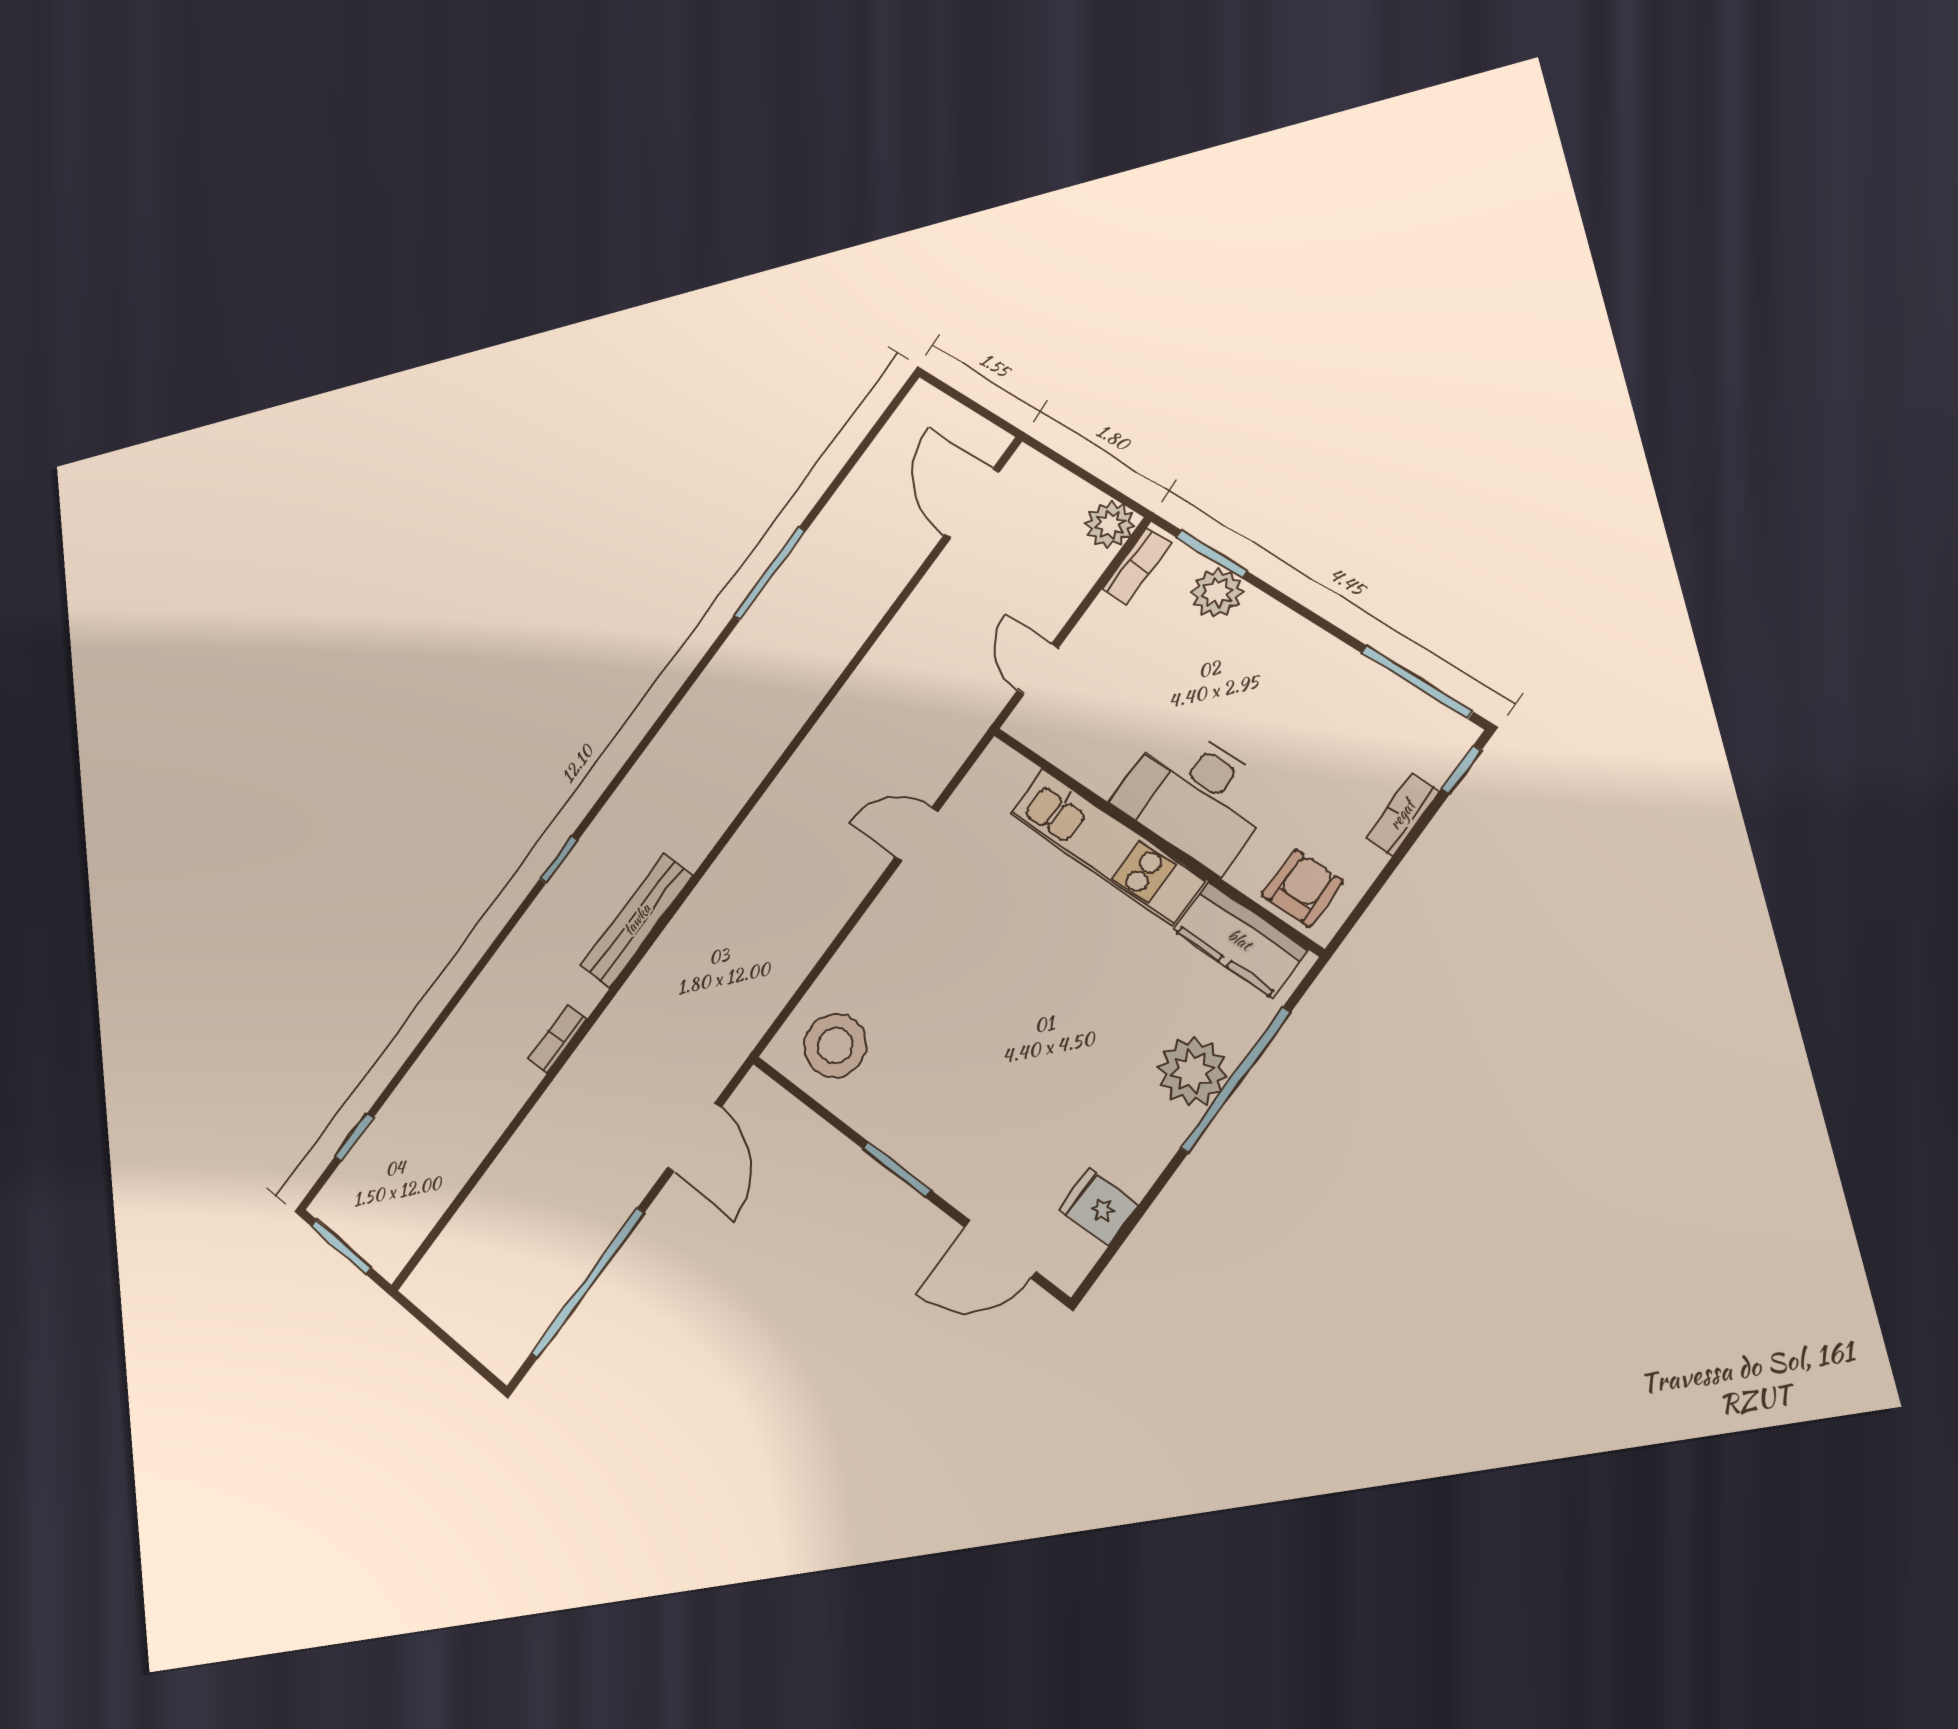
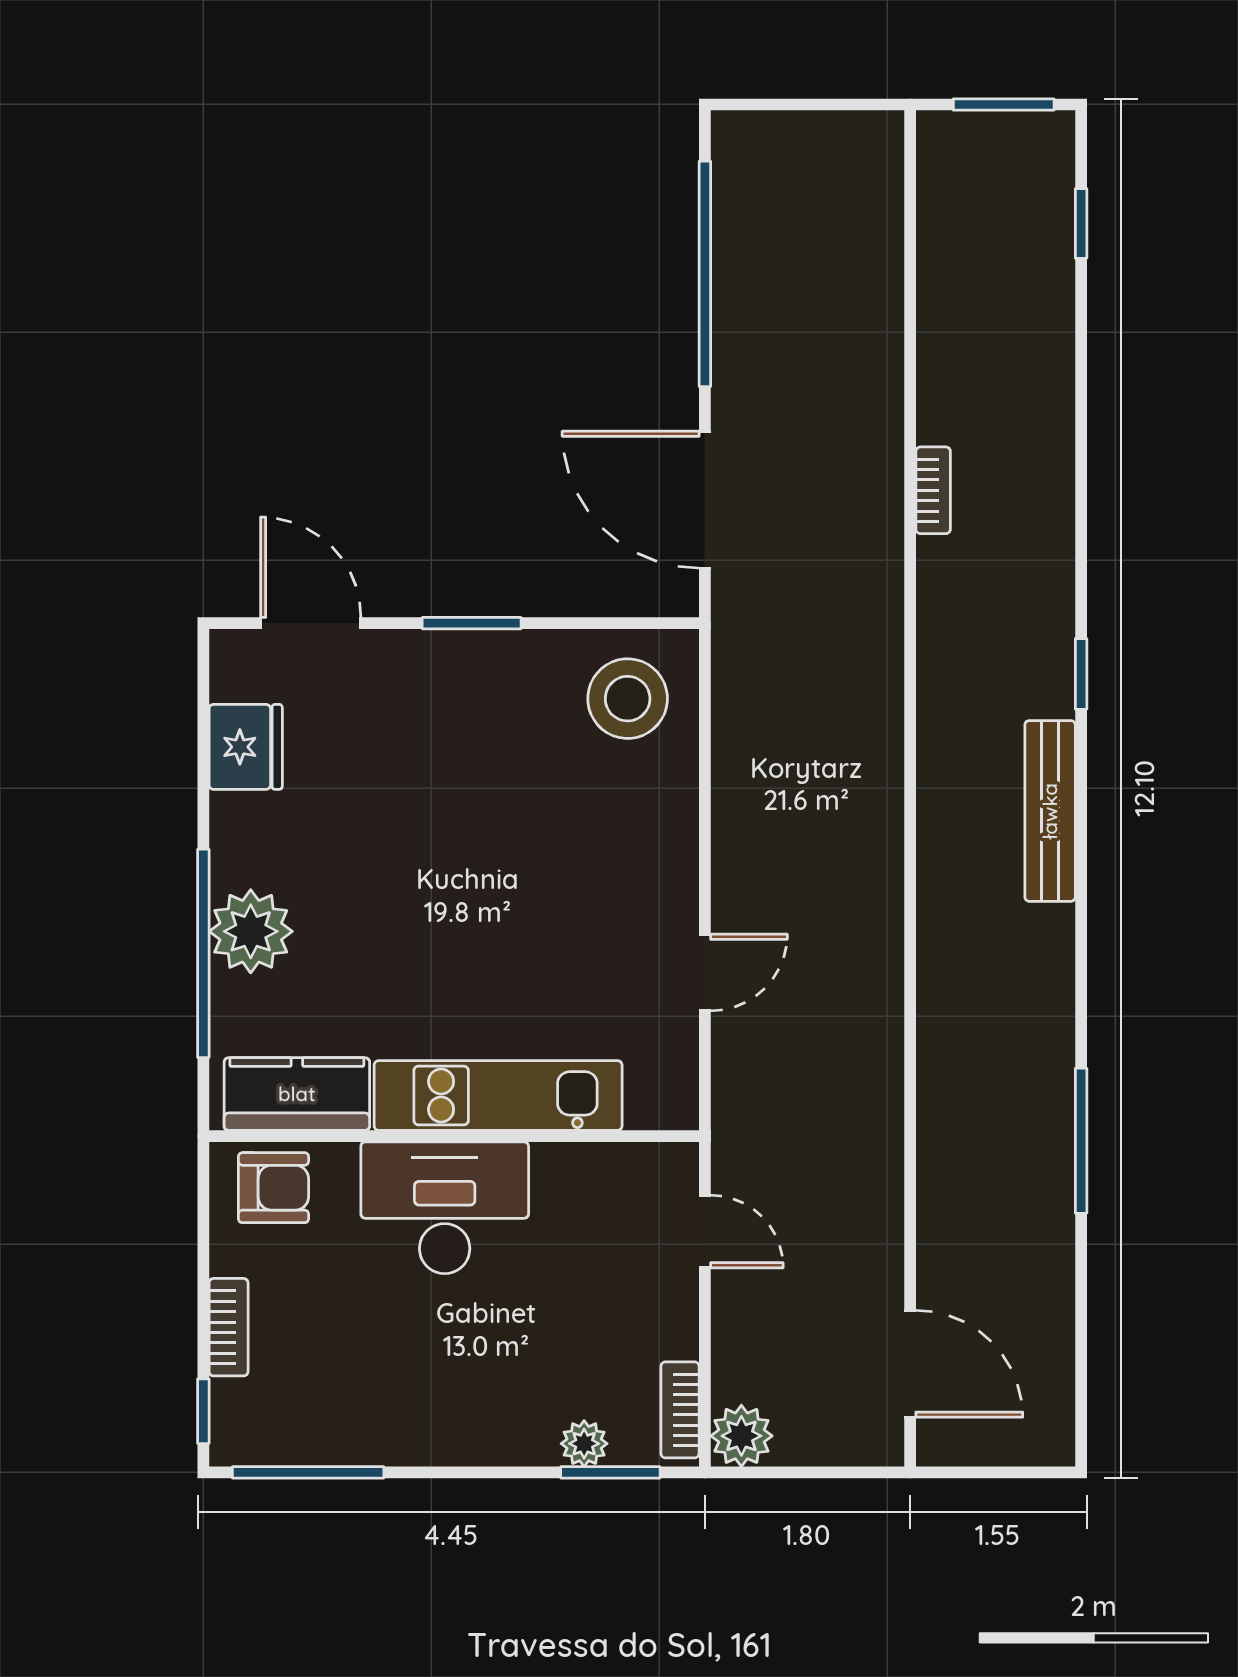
plant: (1217, 593) -> (584, 1444), width x0.73, depth x0.73
armchair: (1302, 888) -> (274, 1188), turned -90
bench: (637, 920) -> (1050, 811), moved
door: (694, 1137) -> (705, 500), width x1.36
fridge: (1099, 1207) -> (246, 747), width x1.38
door: (1000, 1249) -> (311, 623), hinge flipped

